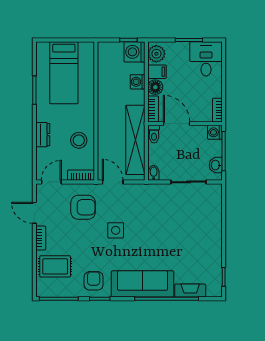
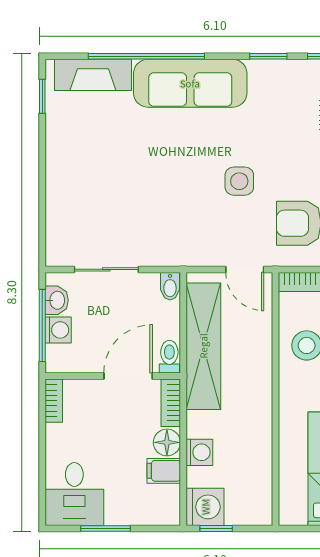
plant: (156, 54) -> (165, 503), removed
door: (177, 124) -> (128, 376), swing flipped
washing machine: (215, 132) -> (58, 330), moved
armchair: (94, 281) -> (280, 89), removed
fireplace: (190, 291) -> (93, 75), width x1.37, depth x1.32

